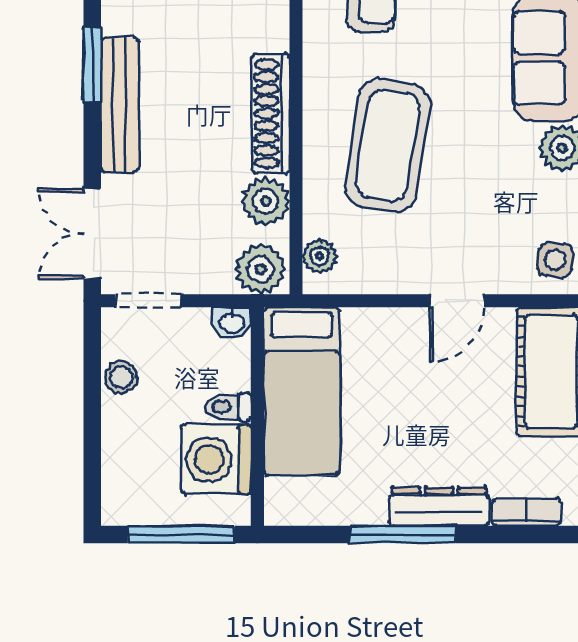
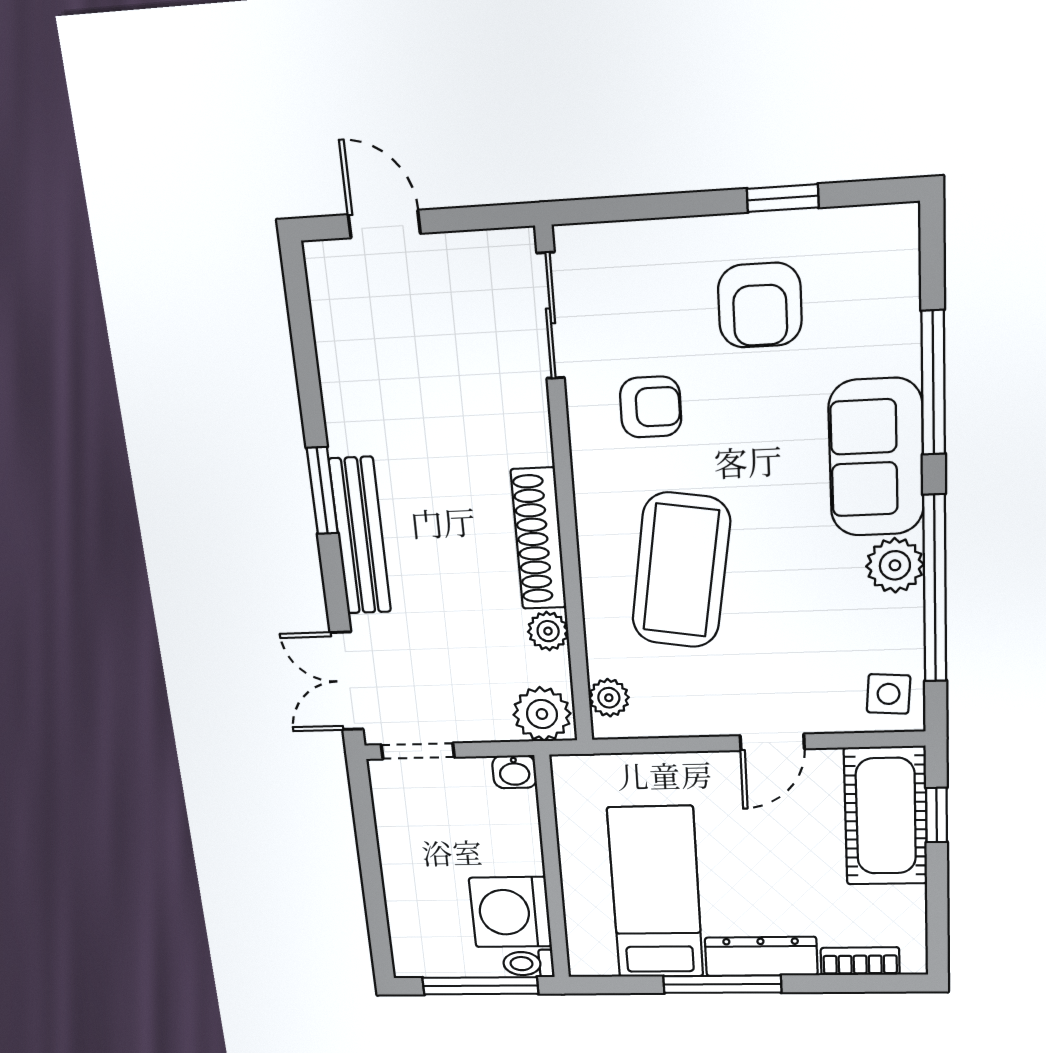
plant: (266, 201) -> (548, 631), width x0.73, depth x0.73
stool: (121, 377) -> (398, 831), removed
bed: (302, 391) -> (656, 893), moved, turned 180
toilet: (228, 407) -> (528, 964), moved

